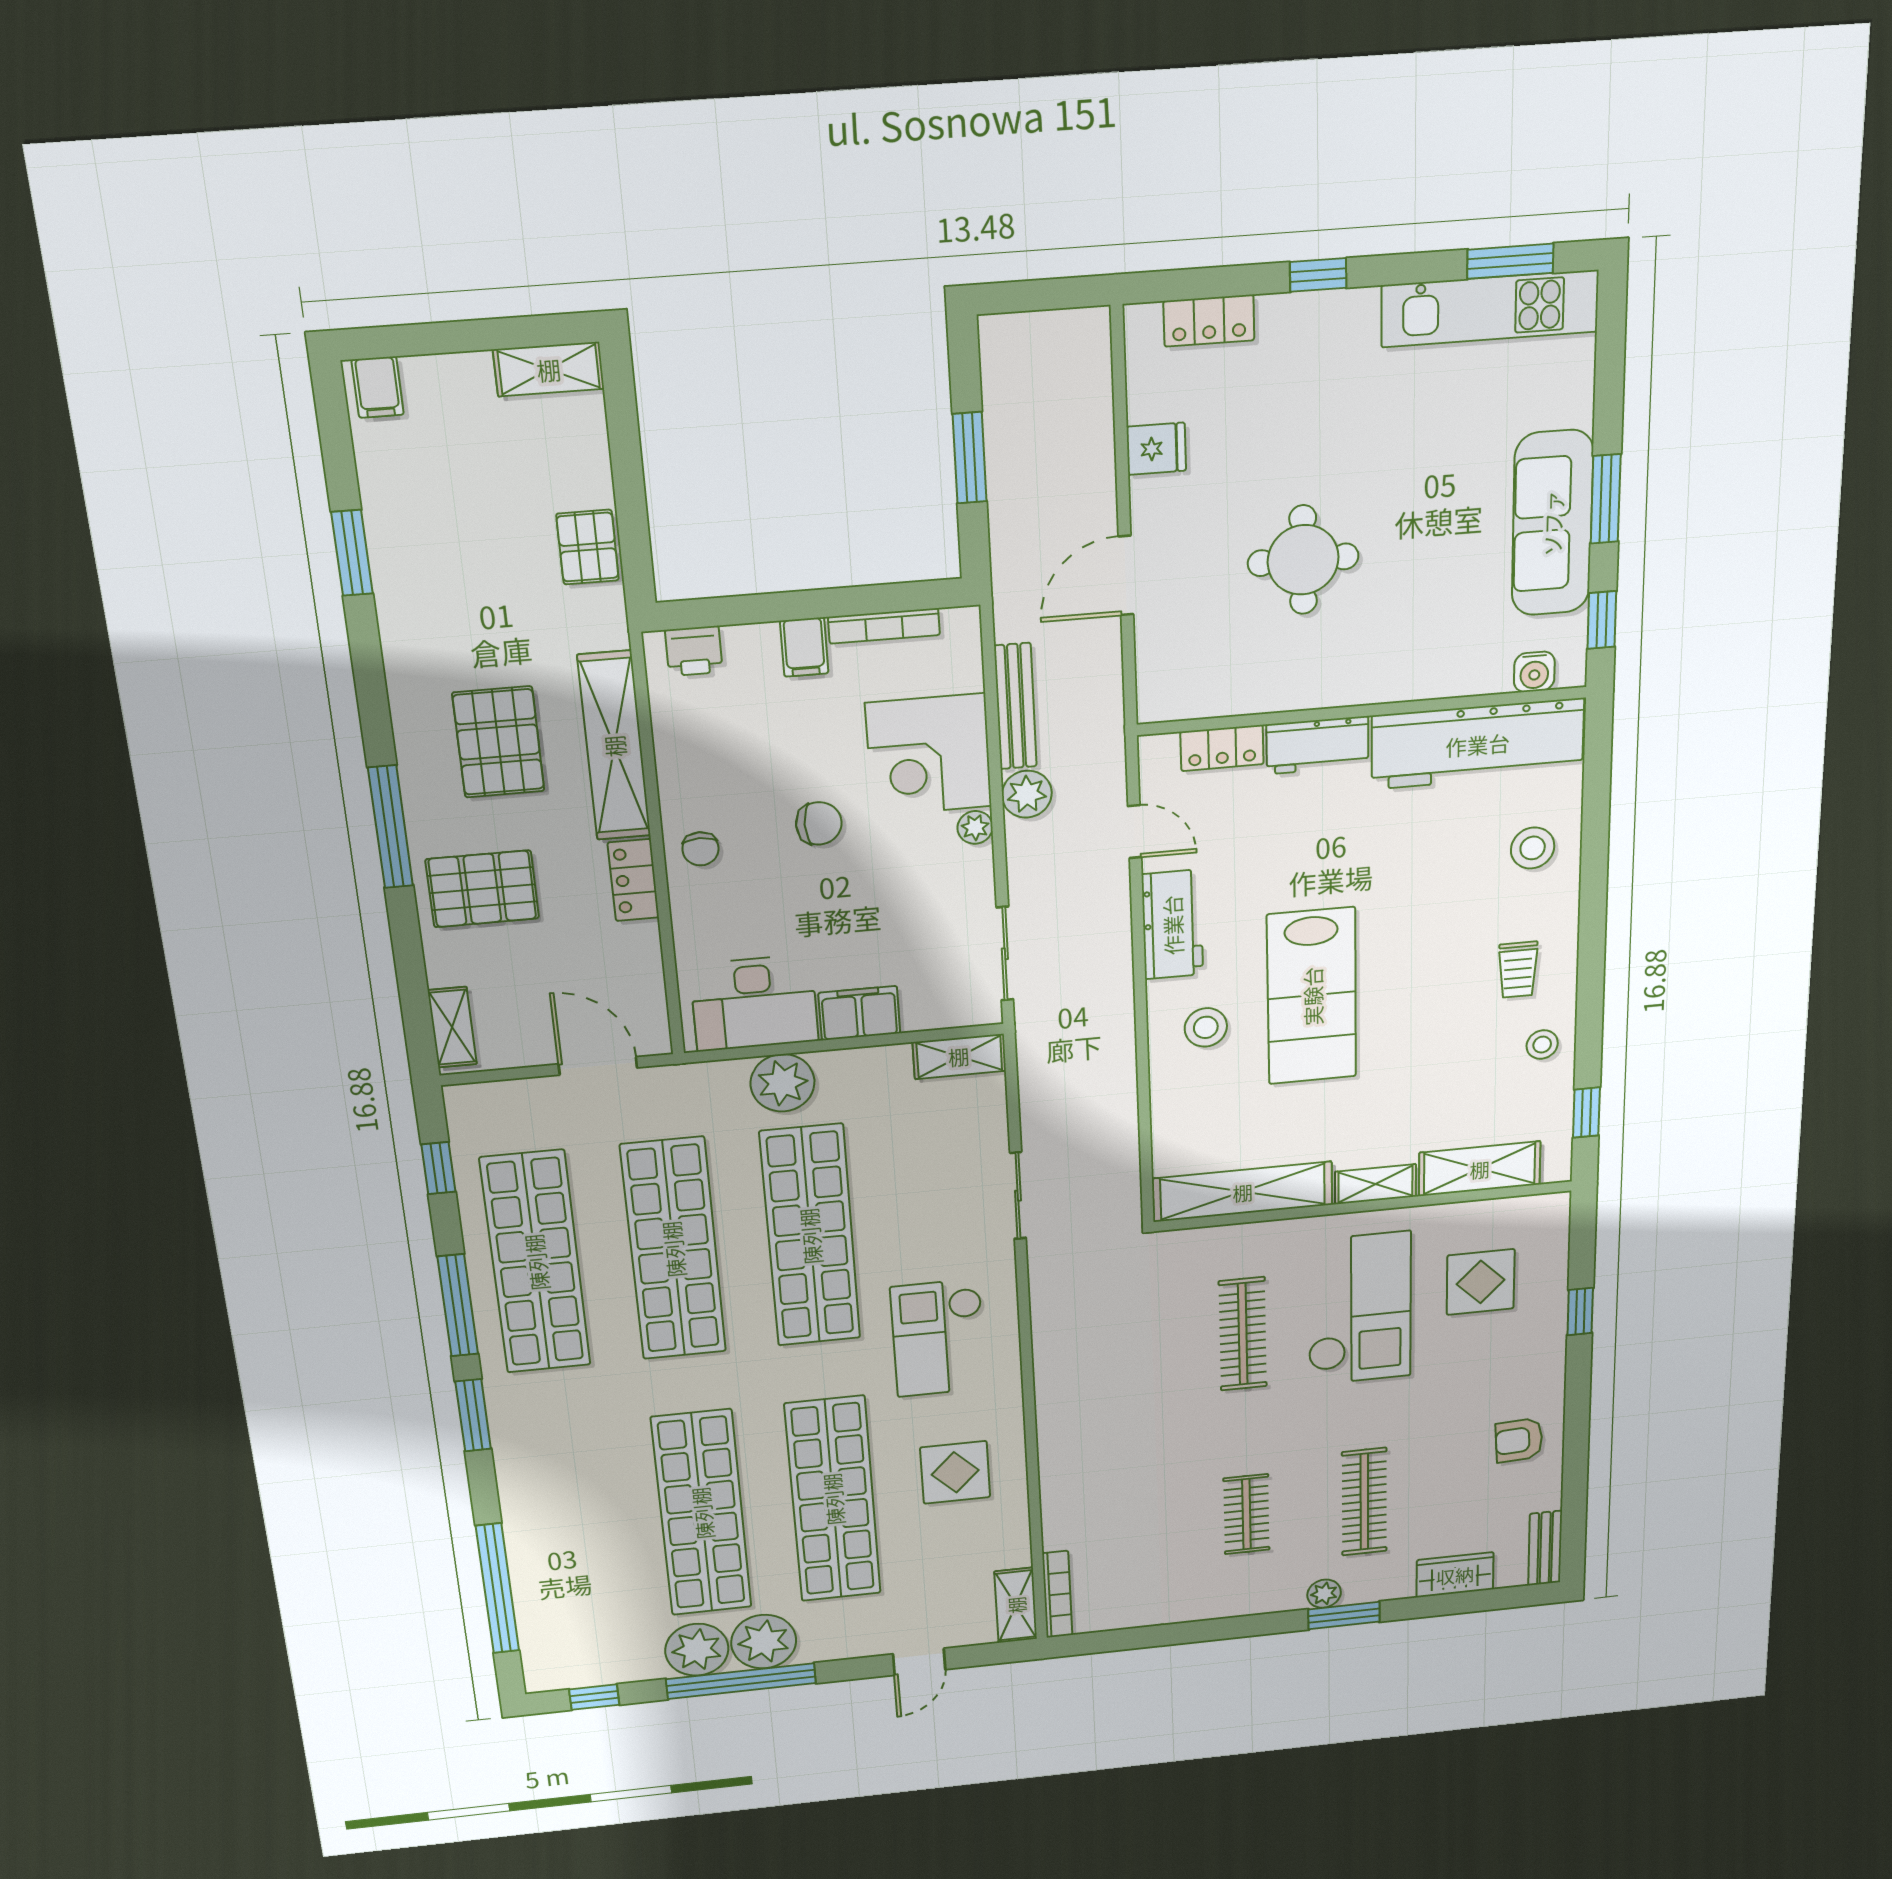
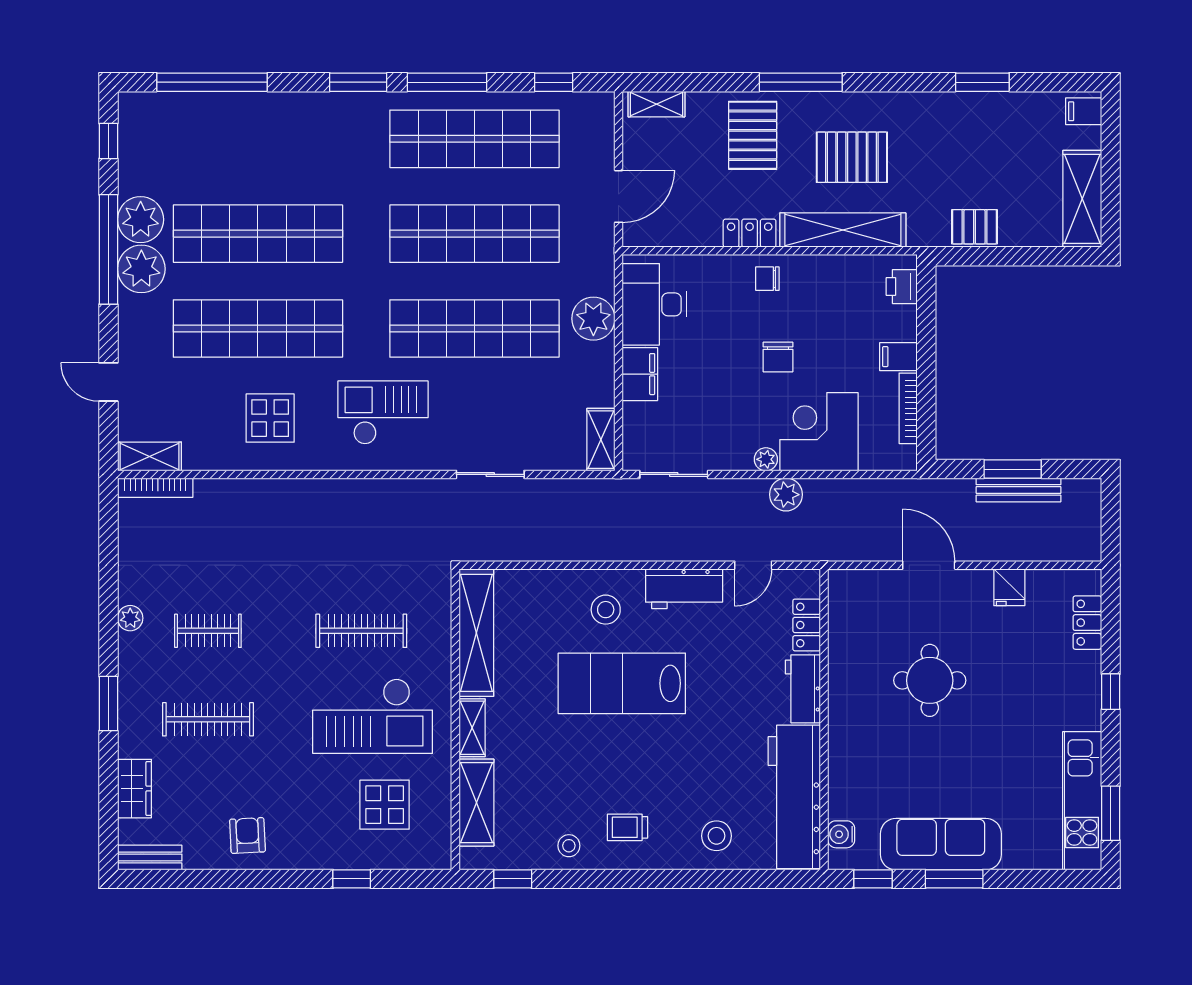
shelving: (549, 369) -> (1082, 199), width x1.50, depth x1.33
bench: (1015, 706) -> (1018, 490), moved
plant: (1324, 1594) -> (130, 618), moved

